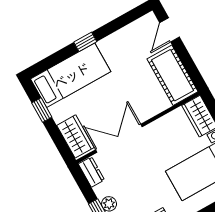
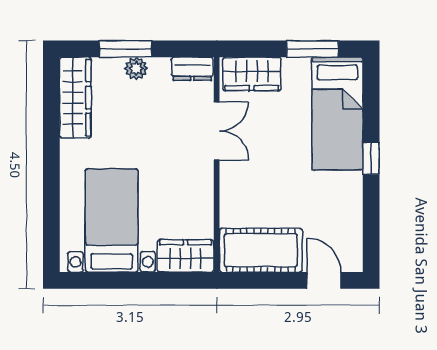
window: (42, 110) -> (312, 49), width x1.50
double door: (119, 138) -> (217, 131), width x0.73

